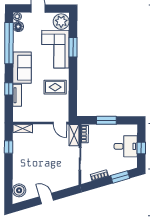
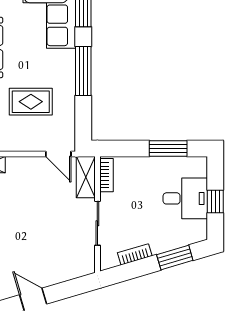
window: (73, 80) -> (83, 71), added
rug: (55, 87) -> (31, 102), moved
window: (106, 120) -> (168, 148), moved

